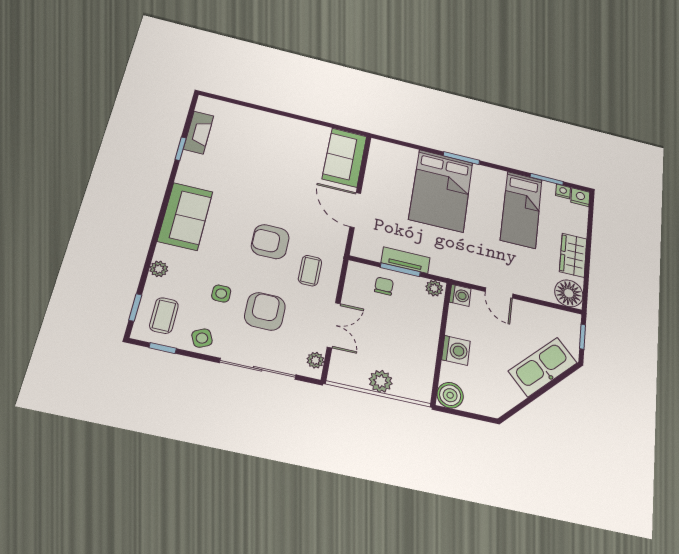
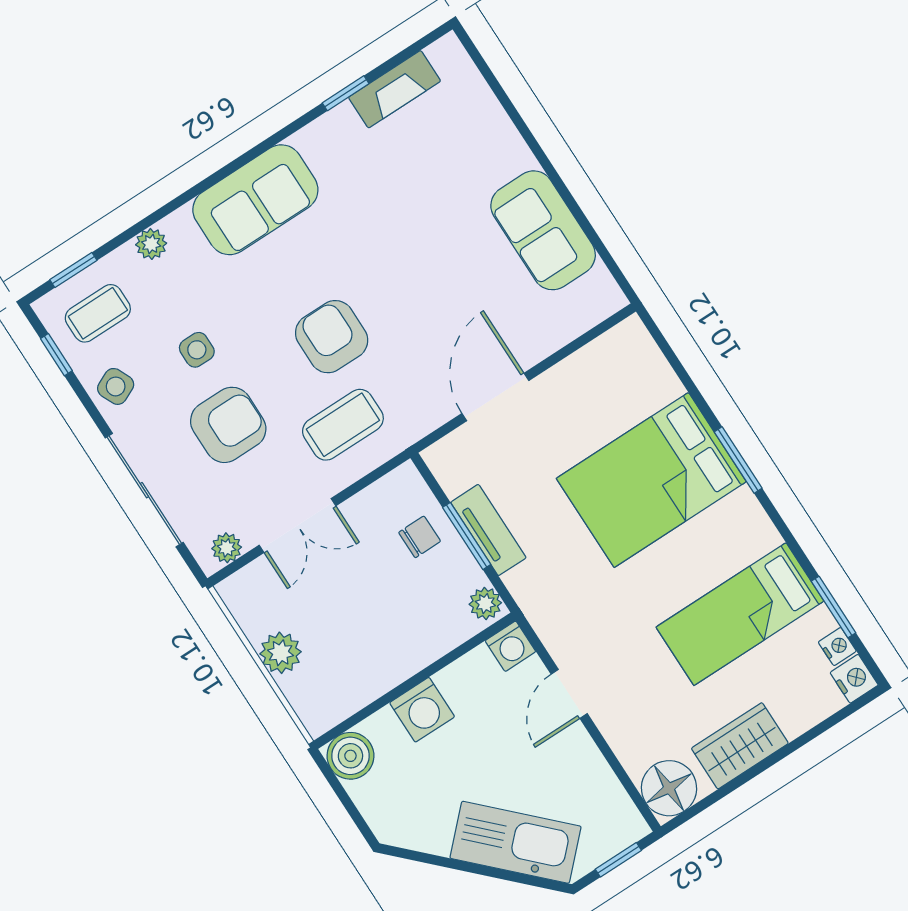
sofa: (345, 157) -> (543, 230), moved, turned -90
coffee table: (310, 271) -> (343, 425), width x1.36, depth x1.30

